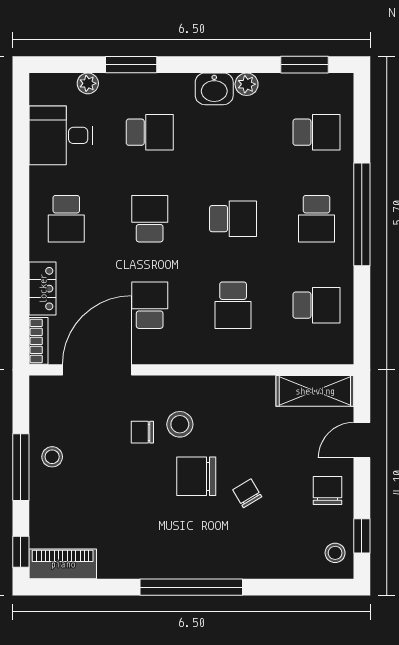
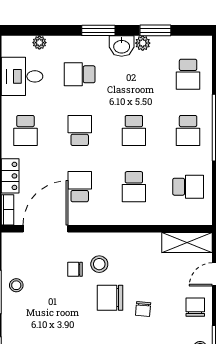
window: (131, 65) -> (98, 30), moved
window: (305, 65) -> (155, 30), moved
school desk: (150, 132) -> (80, 74), turned 180
school desk: (316, 132) -> (188, 74), turned 90
school desk: (233, 219) -> (134, 130), turned 90
chair: (247, 493) -> (143, 309), turned -144

